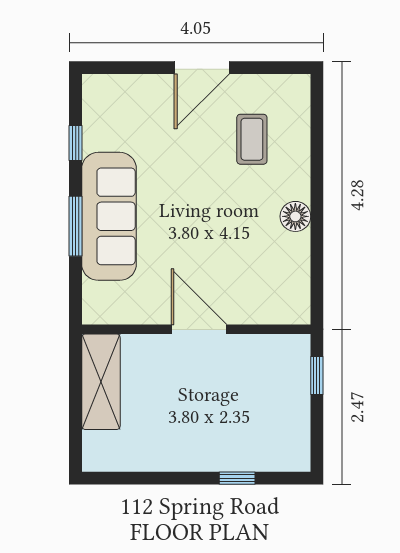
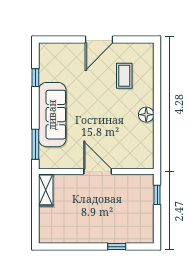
window: (76, 226) -> (35, 144), moved
shelving: (101, 382) -> (46, 190), width x0.67, depth x0.75

